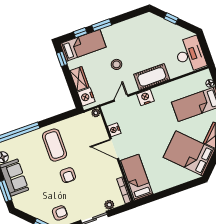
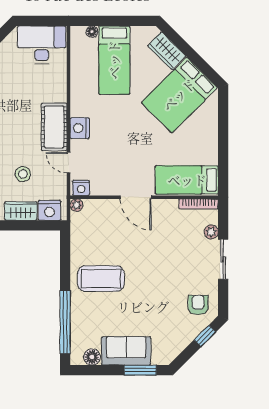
stool: (117, 64) -> (23, 174), moved
cot: (152, 77) -> (54, 127), moved
nightstand: (114, 130) -> (81, 188), moved
door: (114, 149) -> (136, 197), hinge flipped
armchair: (68, 175) -> (149, 275), removed

